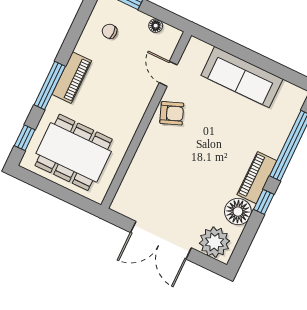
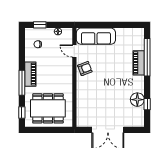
sofa: (242, 77) -> (96, 36), moved
piano: (257, 178) -> (139, 63), moved
window: (264, 202) -> (147, 104), moved
plant: (214, 242) -> (133, 119), removed

